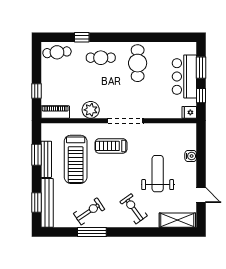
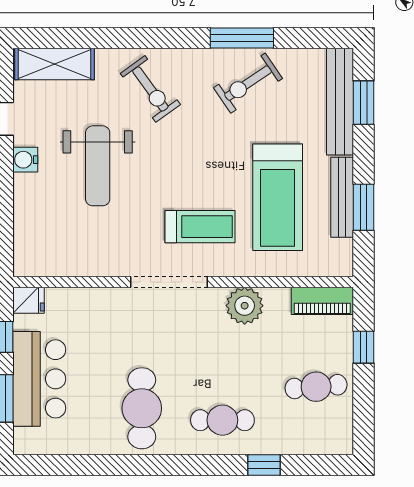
cafe table: (57, 52) -> (316, 387), moved
water cooler: (191, 156) -> (25, 160), moved
treadmill: (76, 159) -> (278, 197), turned 180

